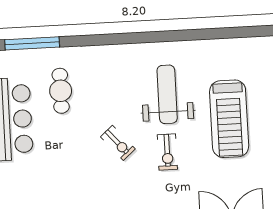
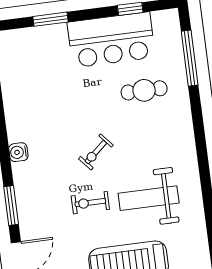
weight bench: (167, 94) -> (149, 198), turned 180

